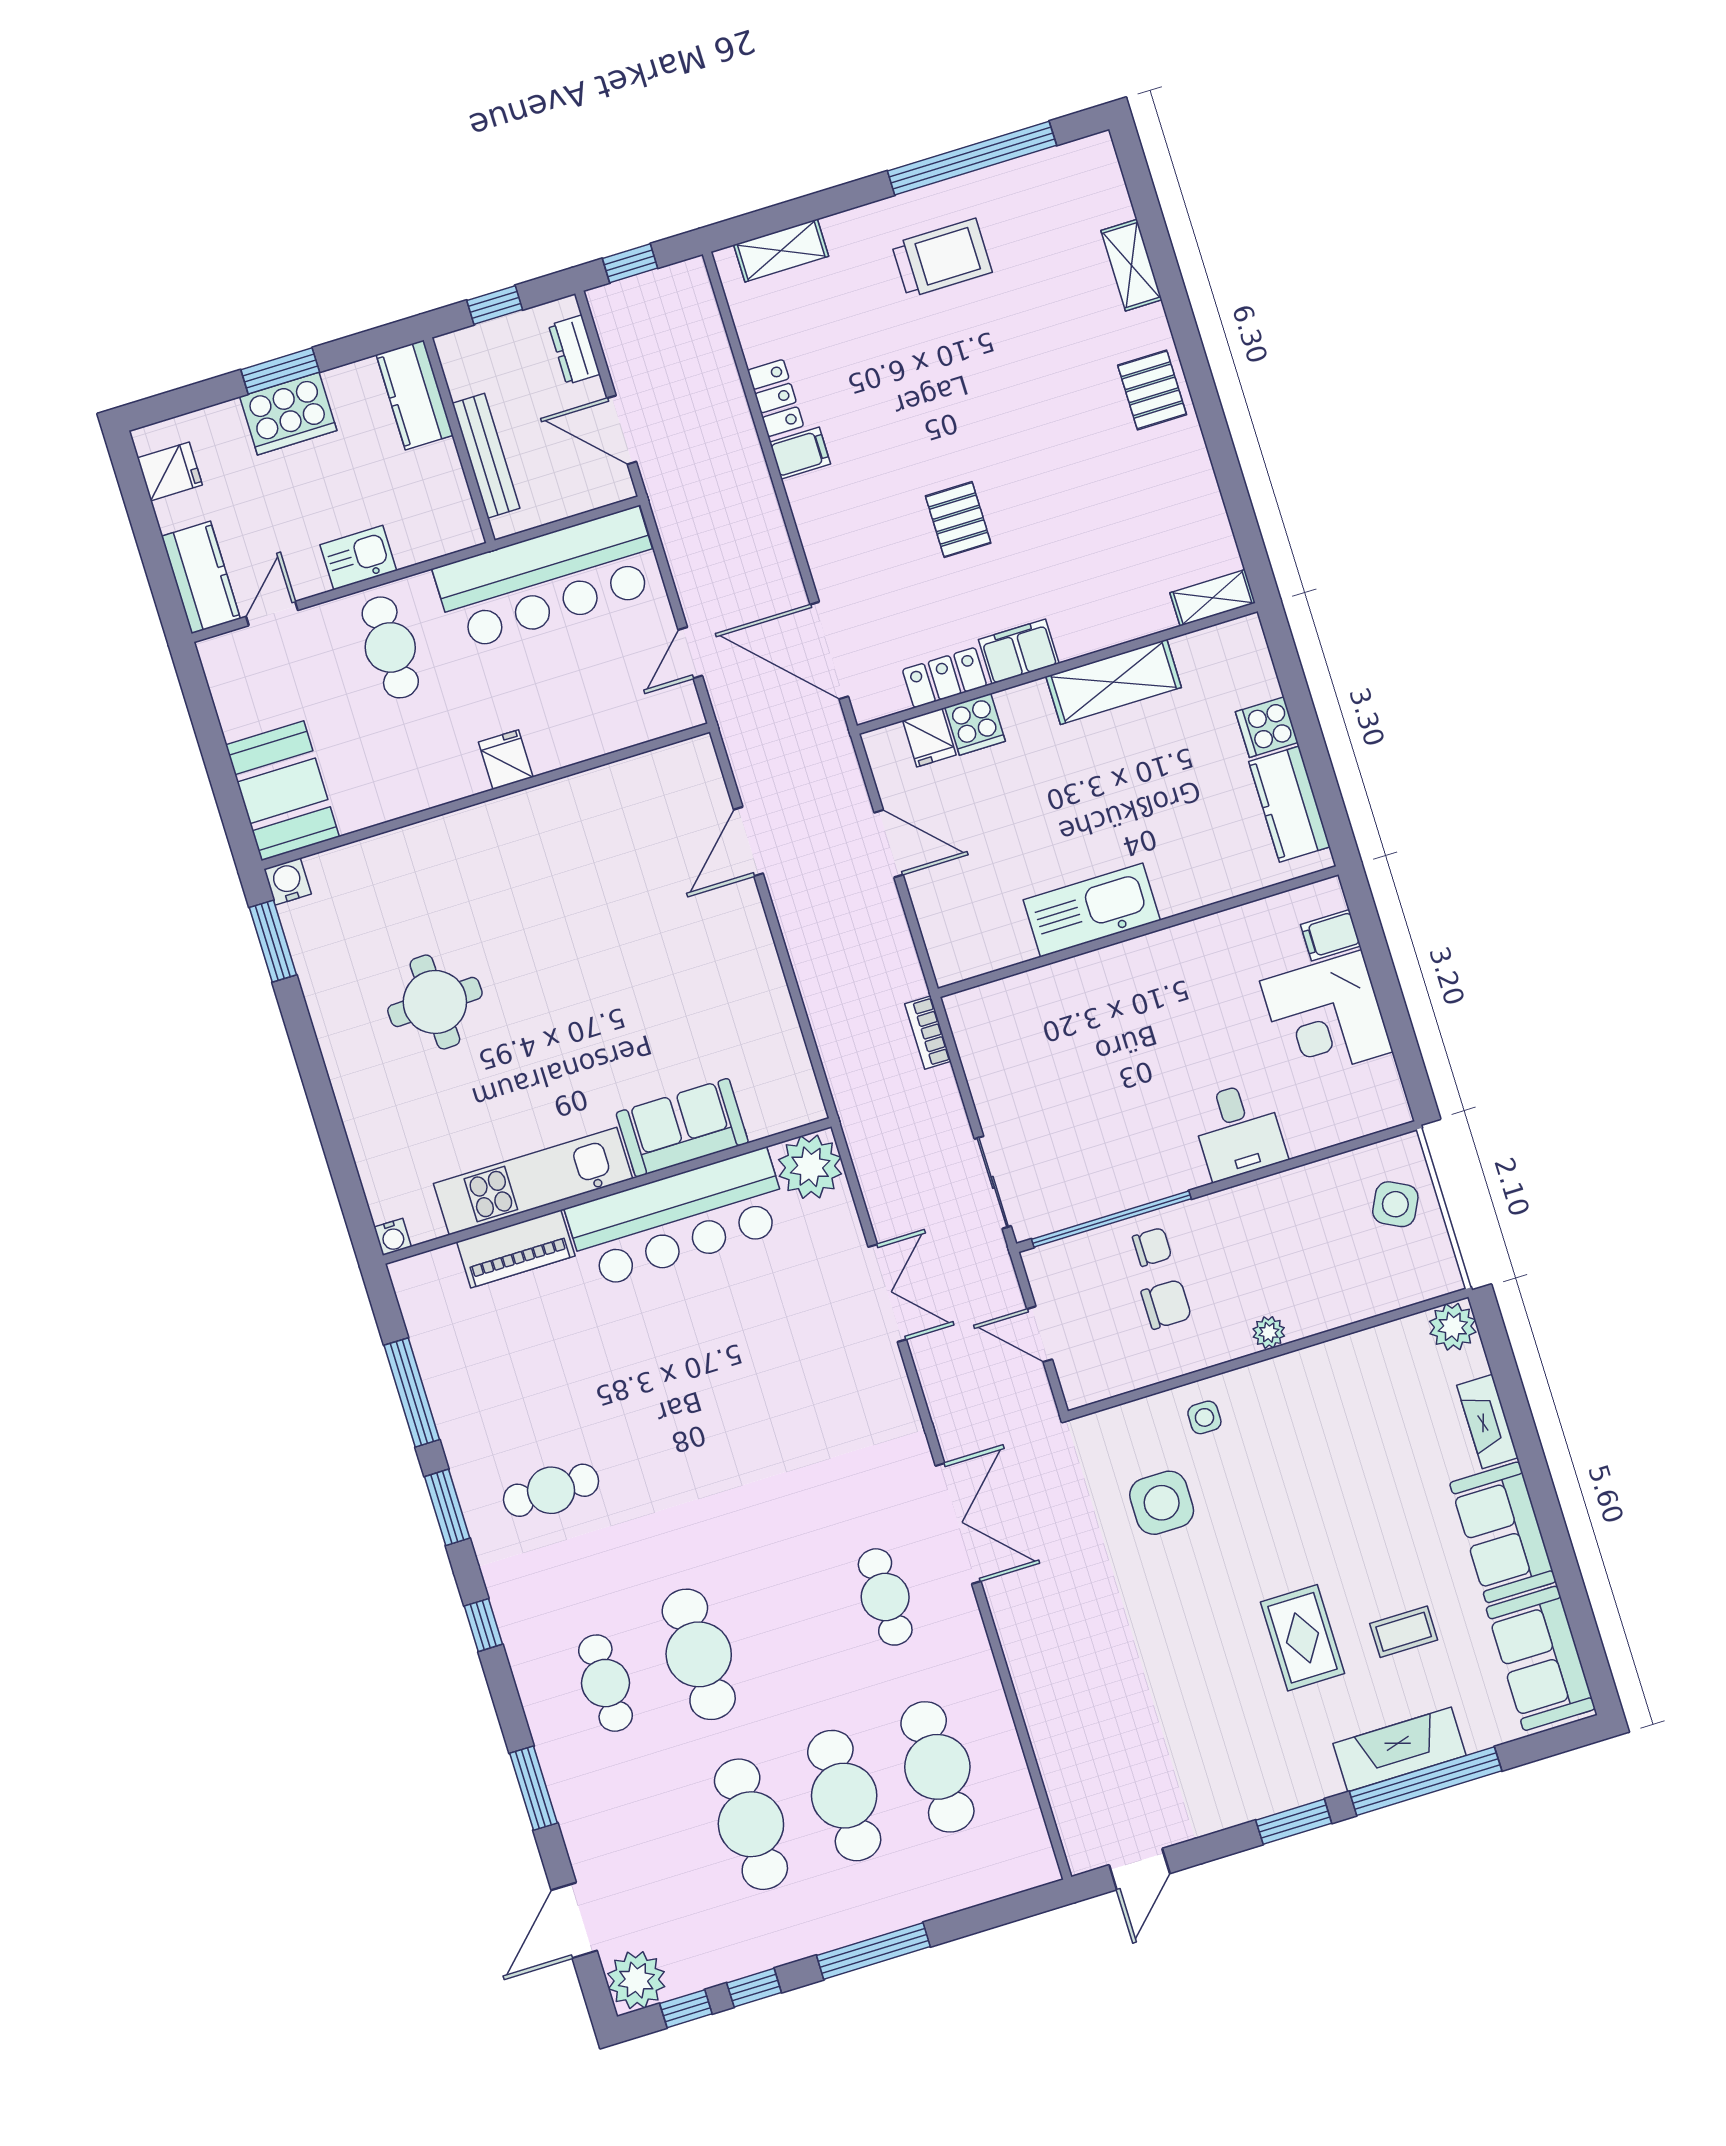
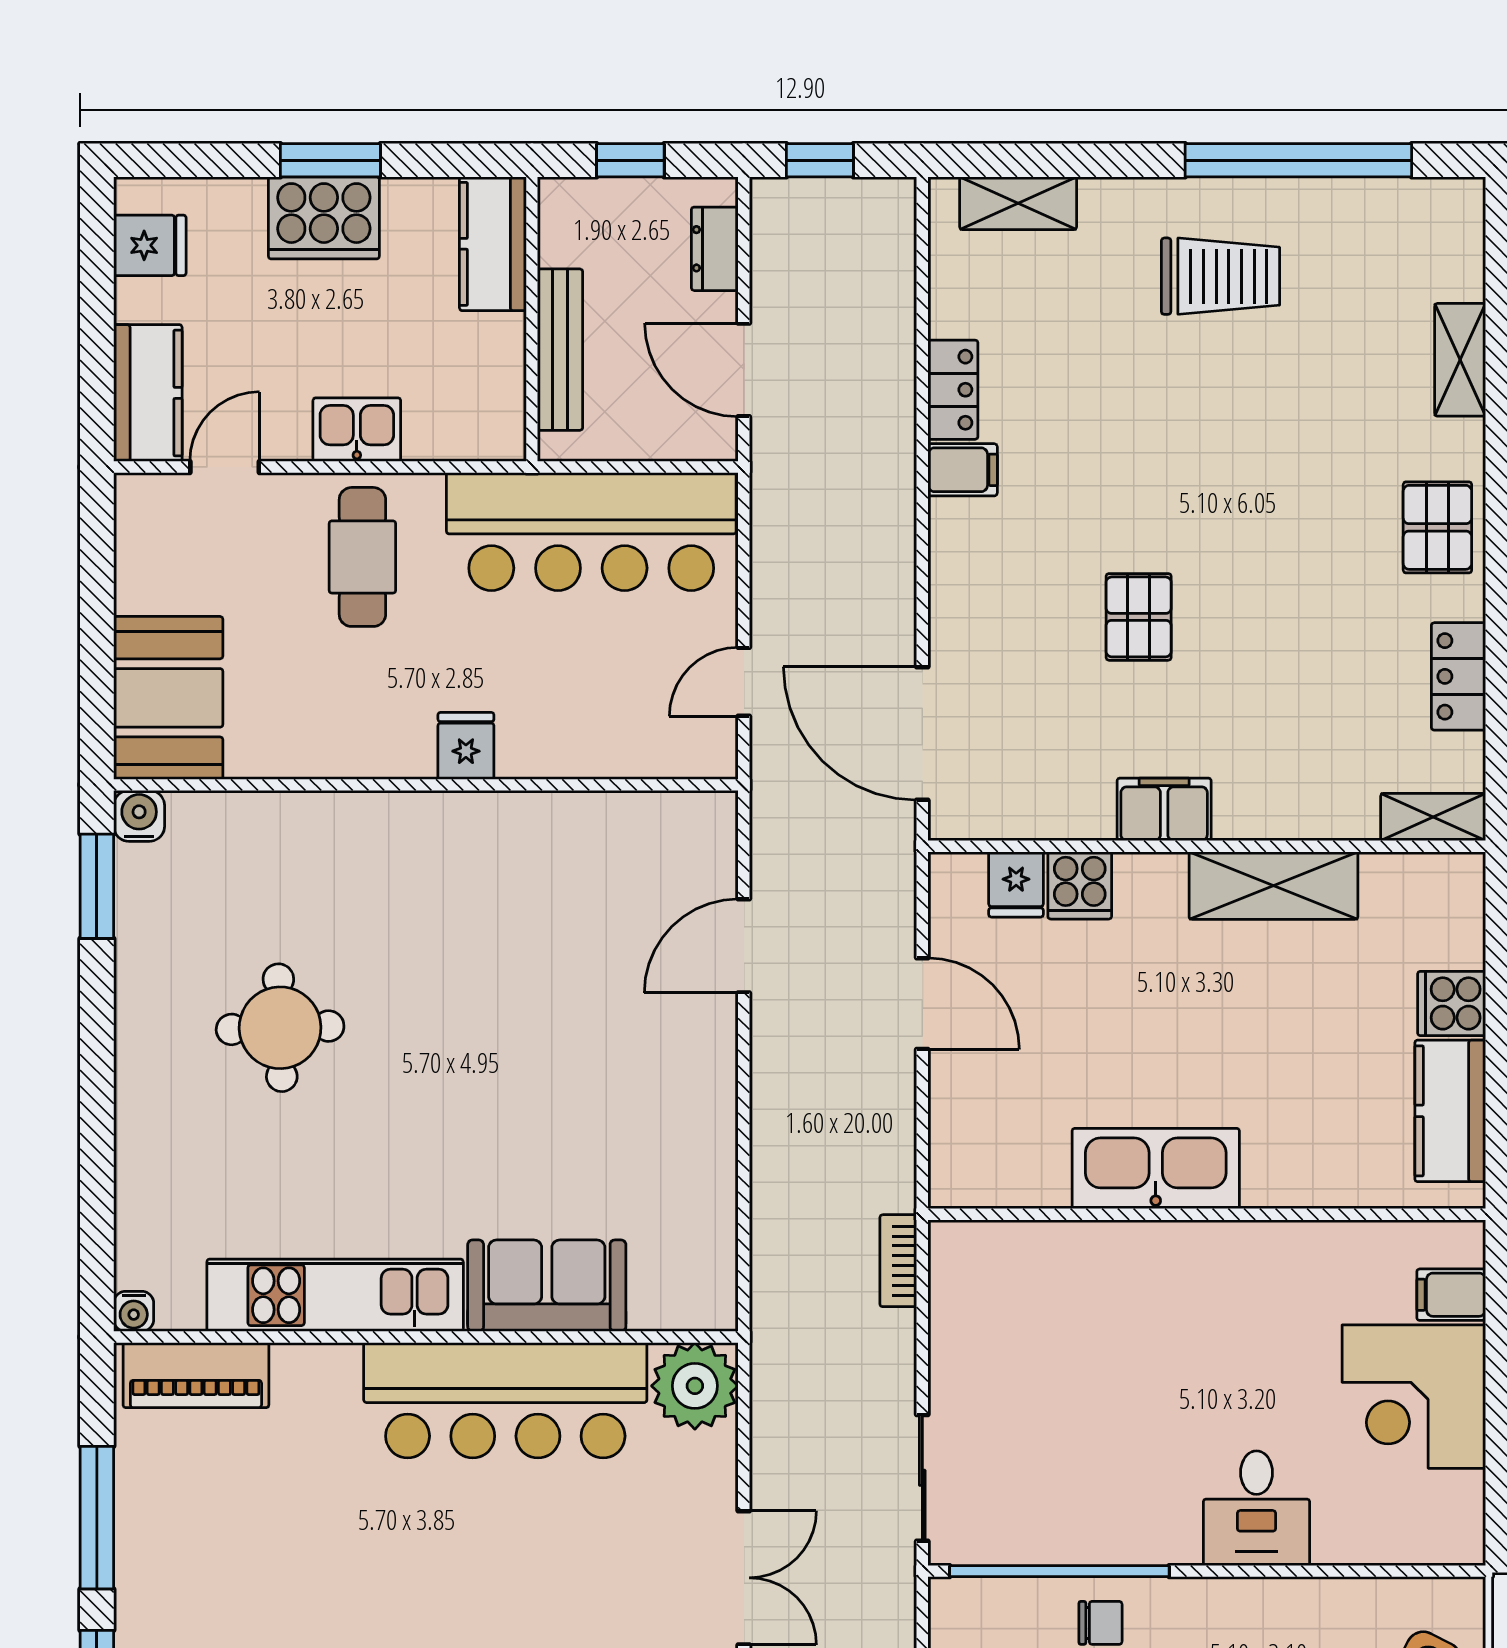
locker: (945, 678) -> (1458, 676), moved, turned -90
piano: (516, 1249) -> (196, 1375), moved

